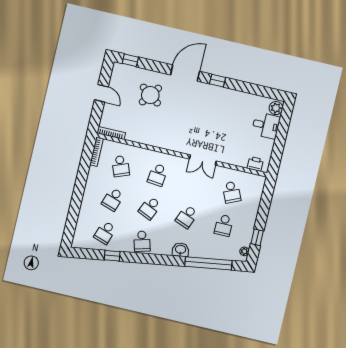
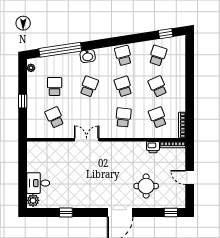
window: (218, 81) -> (66, 212), moved
round table: (150, 95) -> (146, 186), turned -36
printer: (255, 164) -> (153, 147), moved
school desk: (113, 199) -> (158, 86), turned -42
school desk: (150, 208) -> (123, 86), turned -42
window: (257, 237) -> (23, 101), moved
window: (112, 256) -> (166, 34), moved

